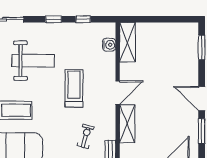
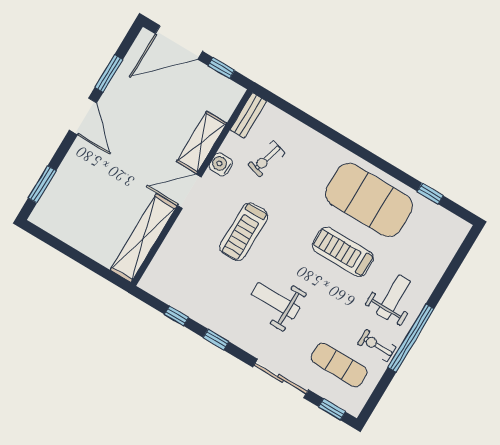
shelving: (127, 42) -> (144, 238), width x1.47
water cooler: (109, 45) -> (221, 164), moved
weight bench: (33, 61) -> (276, 301), width x0.73, depth x0.75

